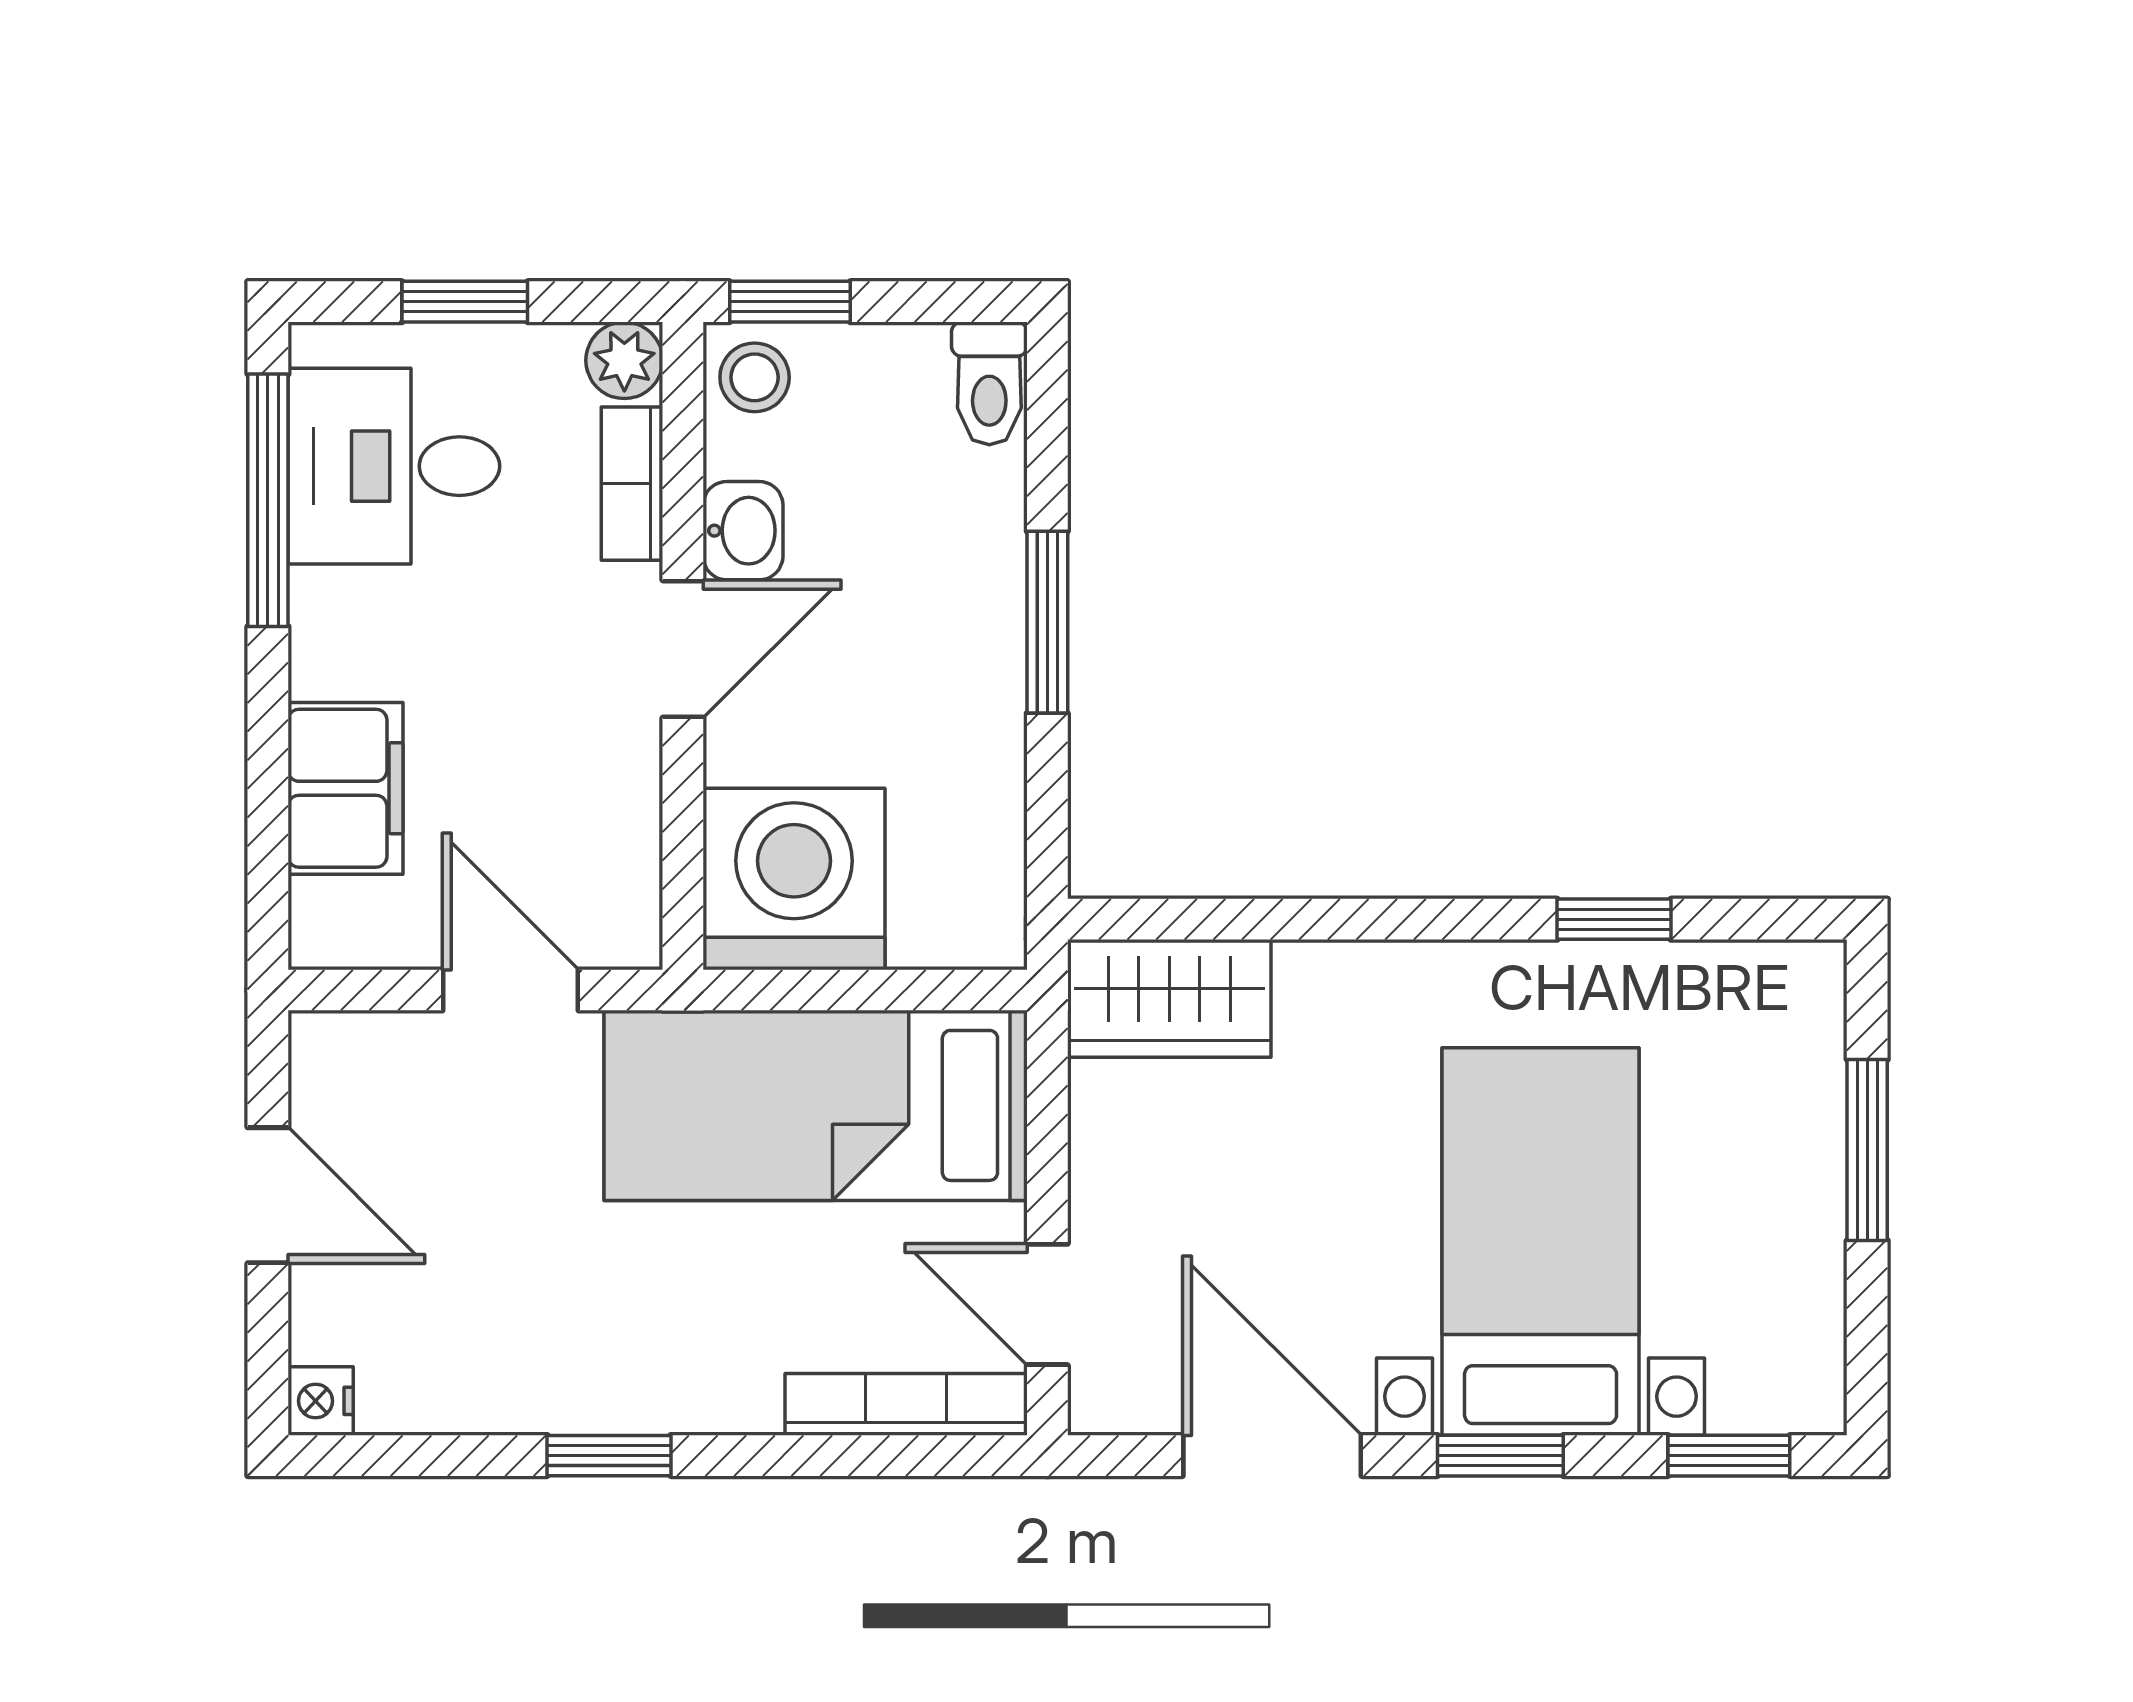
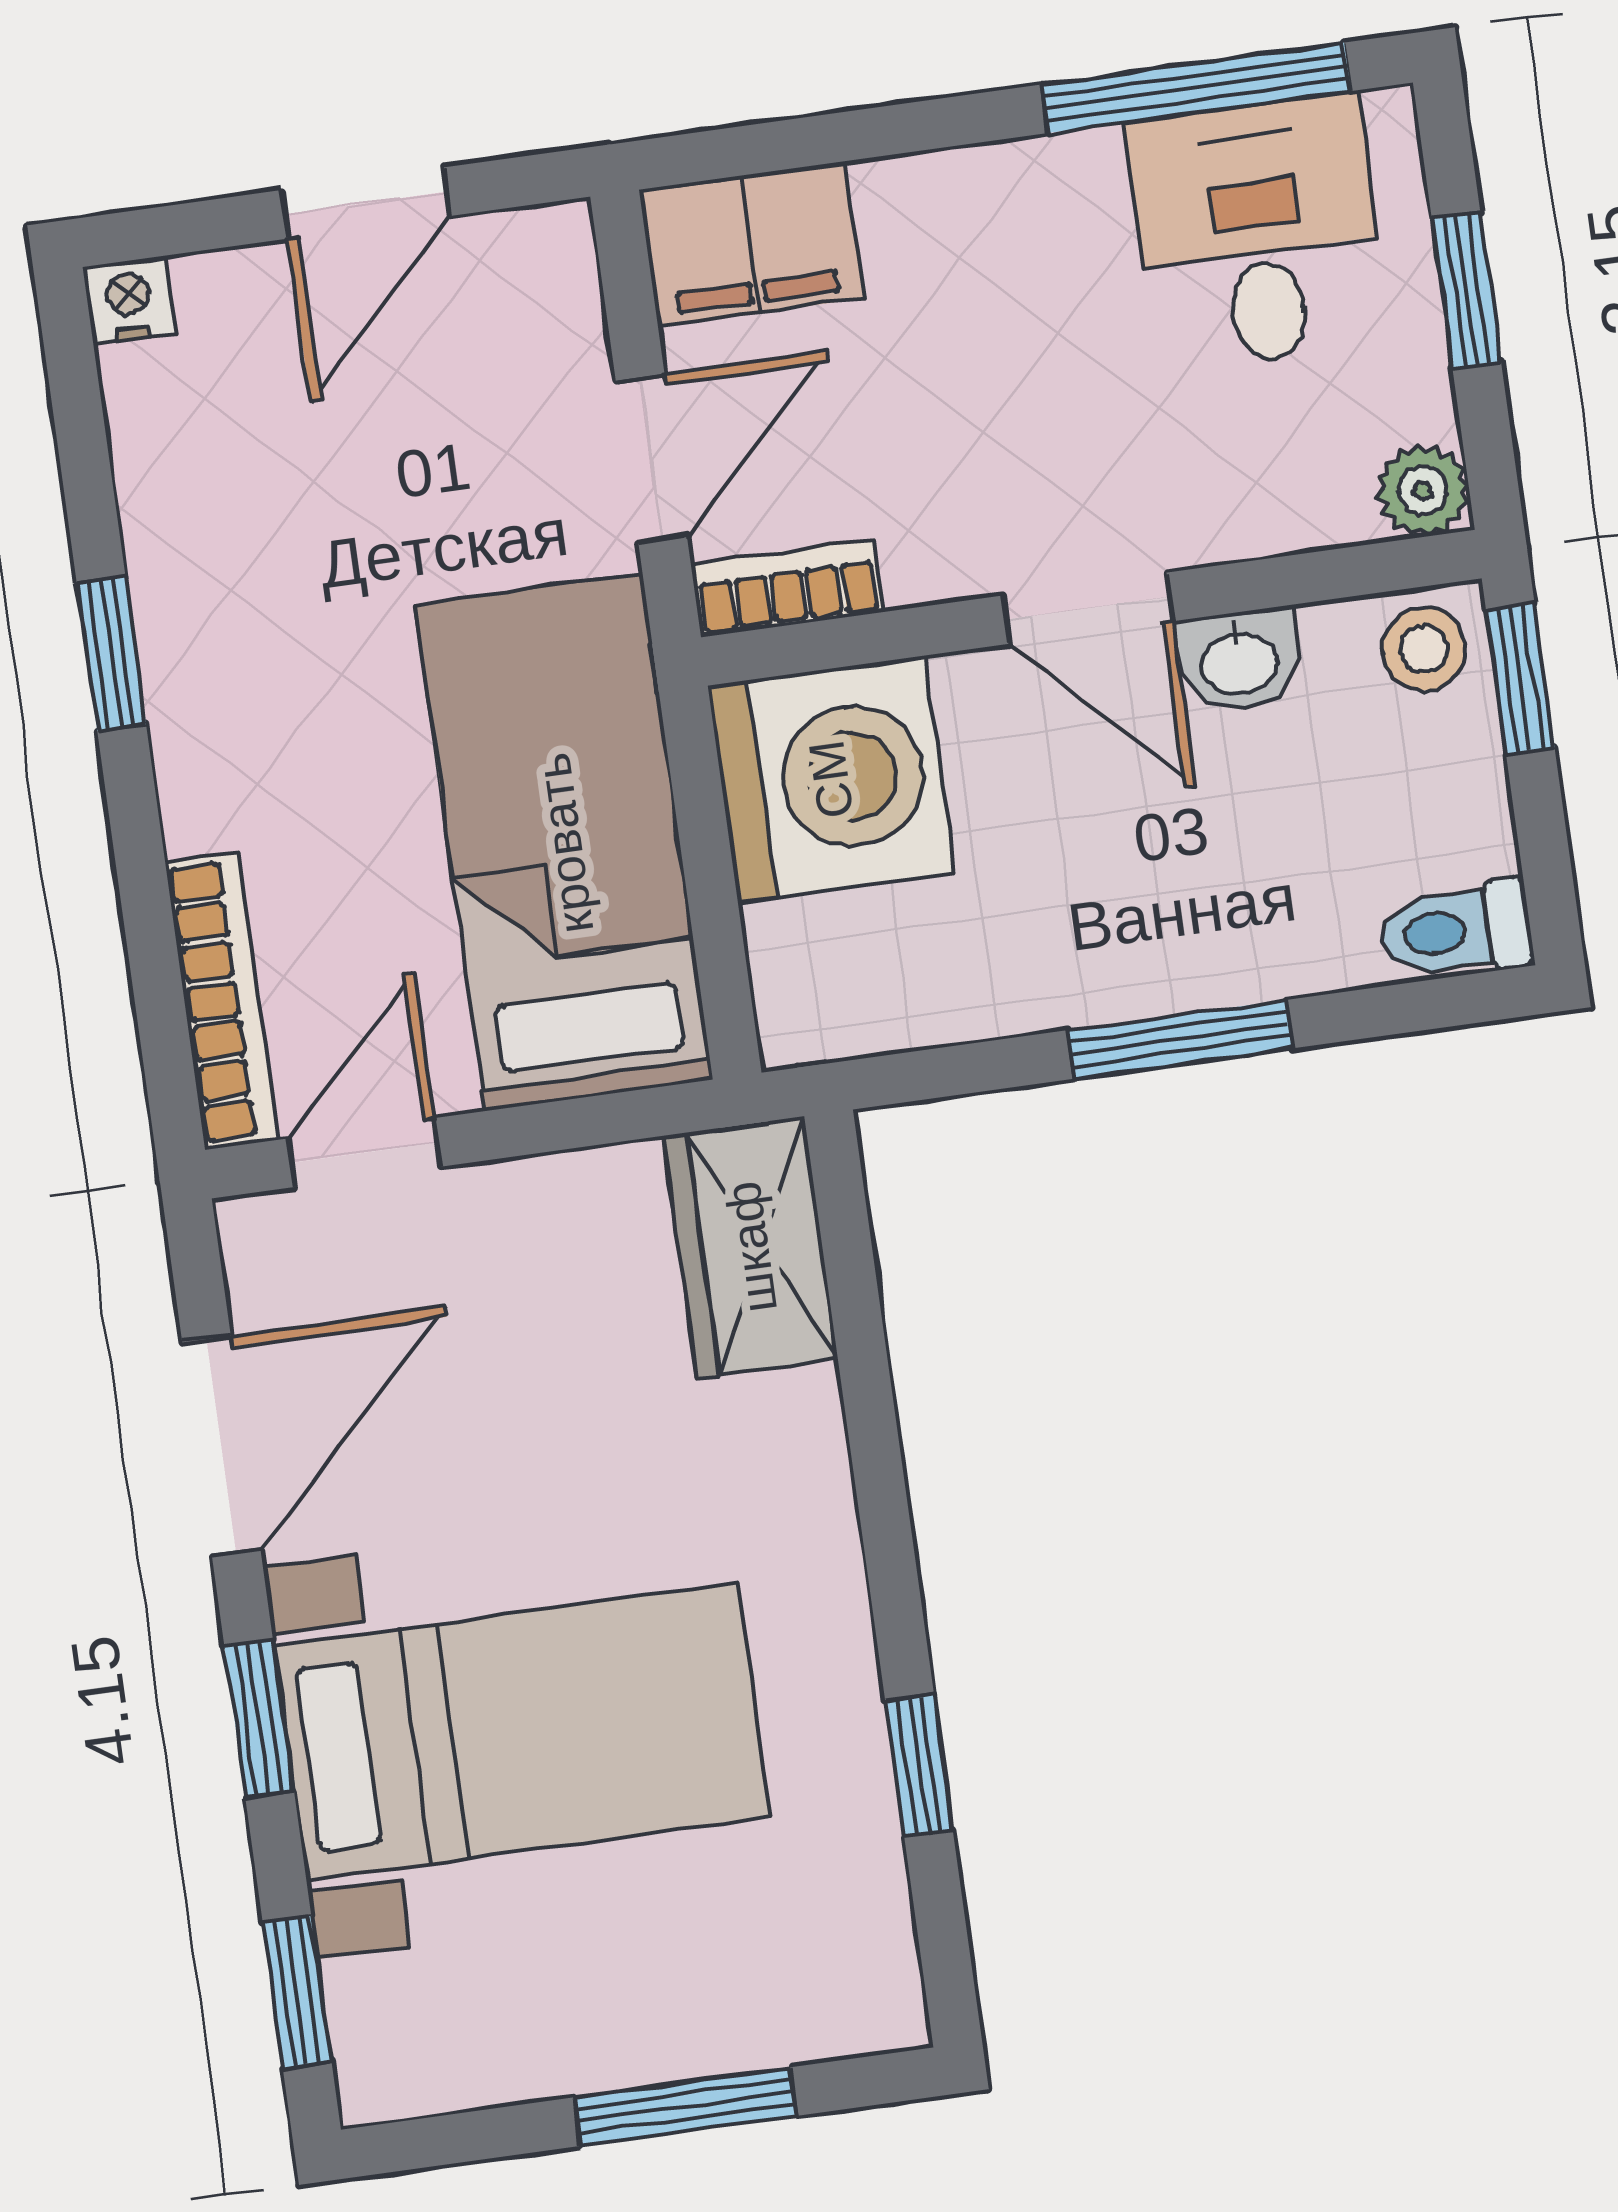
bookcase: (632, 484) -> (787, 588), moved
filing cabinet: (345, 788) -> (751, 244), moved

